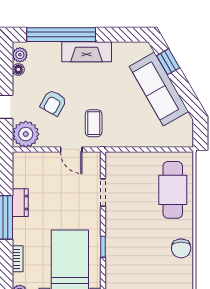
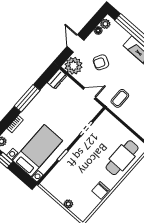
coffee table: (94, 123) -> (120, 98), moved
door: (71, 149) -> (89, 93), swing flipped
dresser: (20, 203) -> (57, 79), moved

